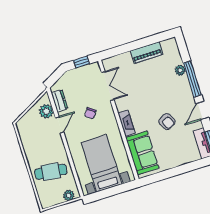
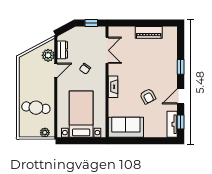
plant: (180, 70) -> (173, 56), removed
window: (192, 79) -> (181, 67), width x0.46
sofa: (142, 153) -> (126, 127), moved, turned -90

